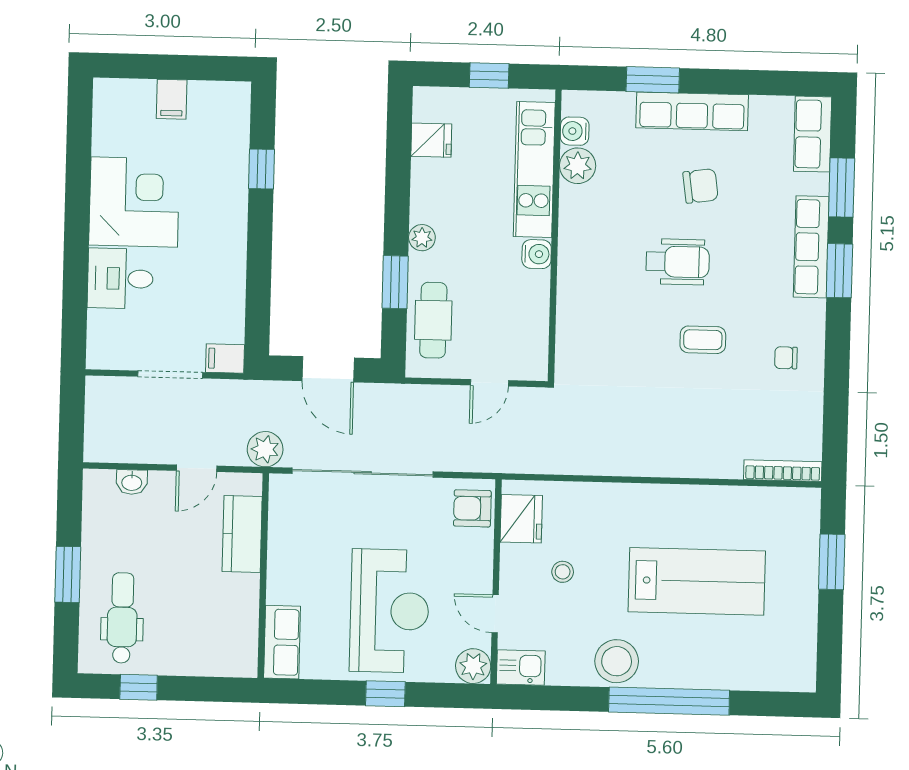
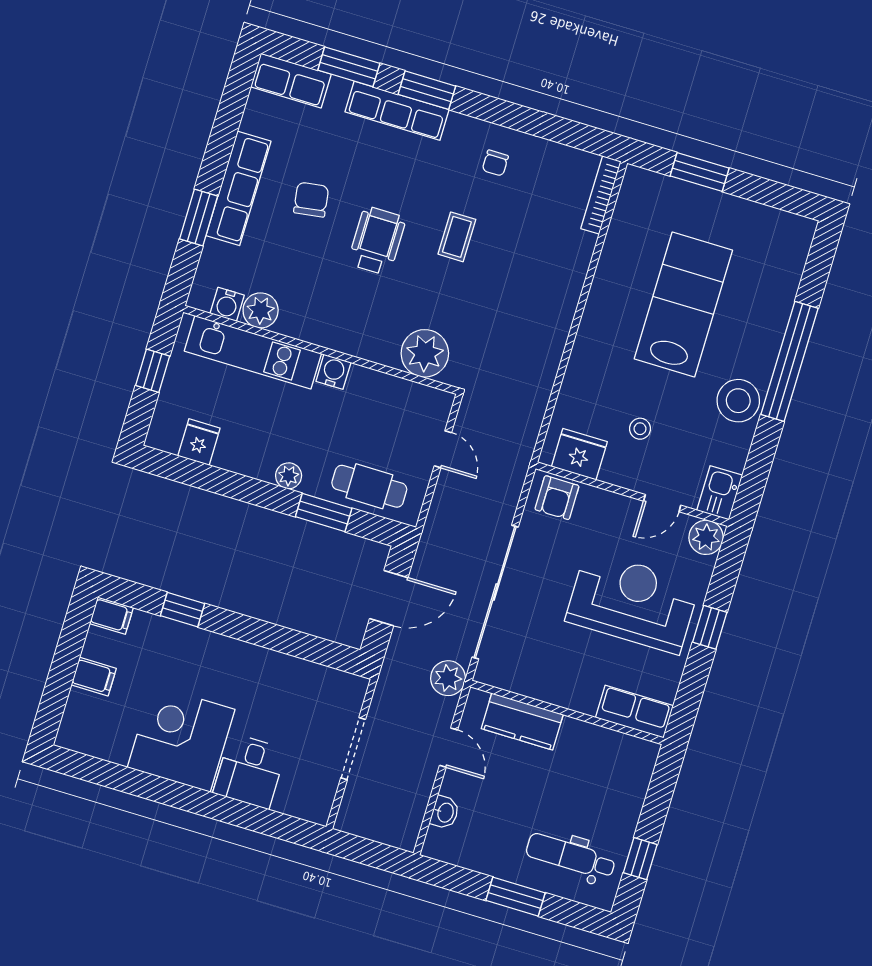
plant: (579, 339) -> (425, 353), added
filing cabinet: (225, 358) -> (111, 616), moved, turned -90

